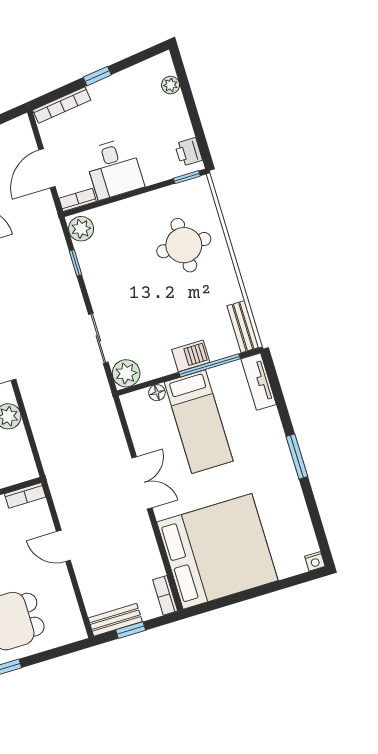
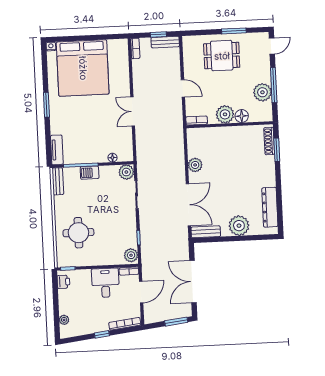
bed: (199, 422) -> (94, 137), removed
bed: (217, 551) -> (83, 68), moved, turned -90

